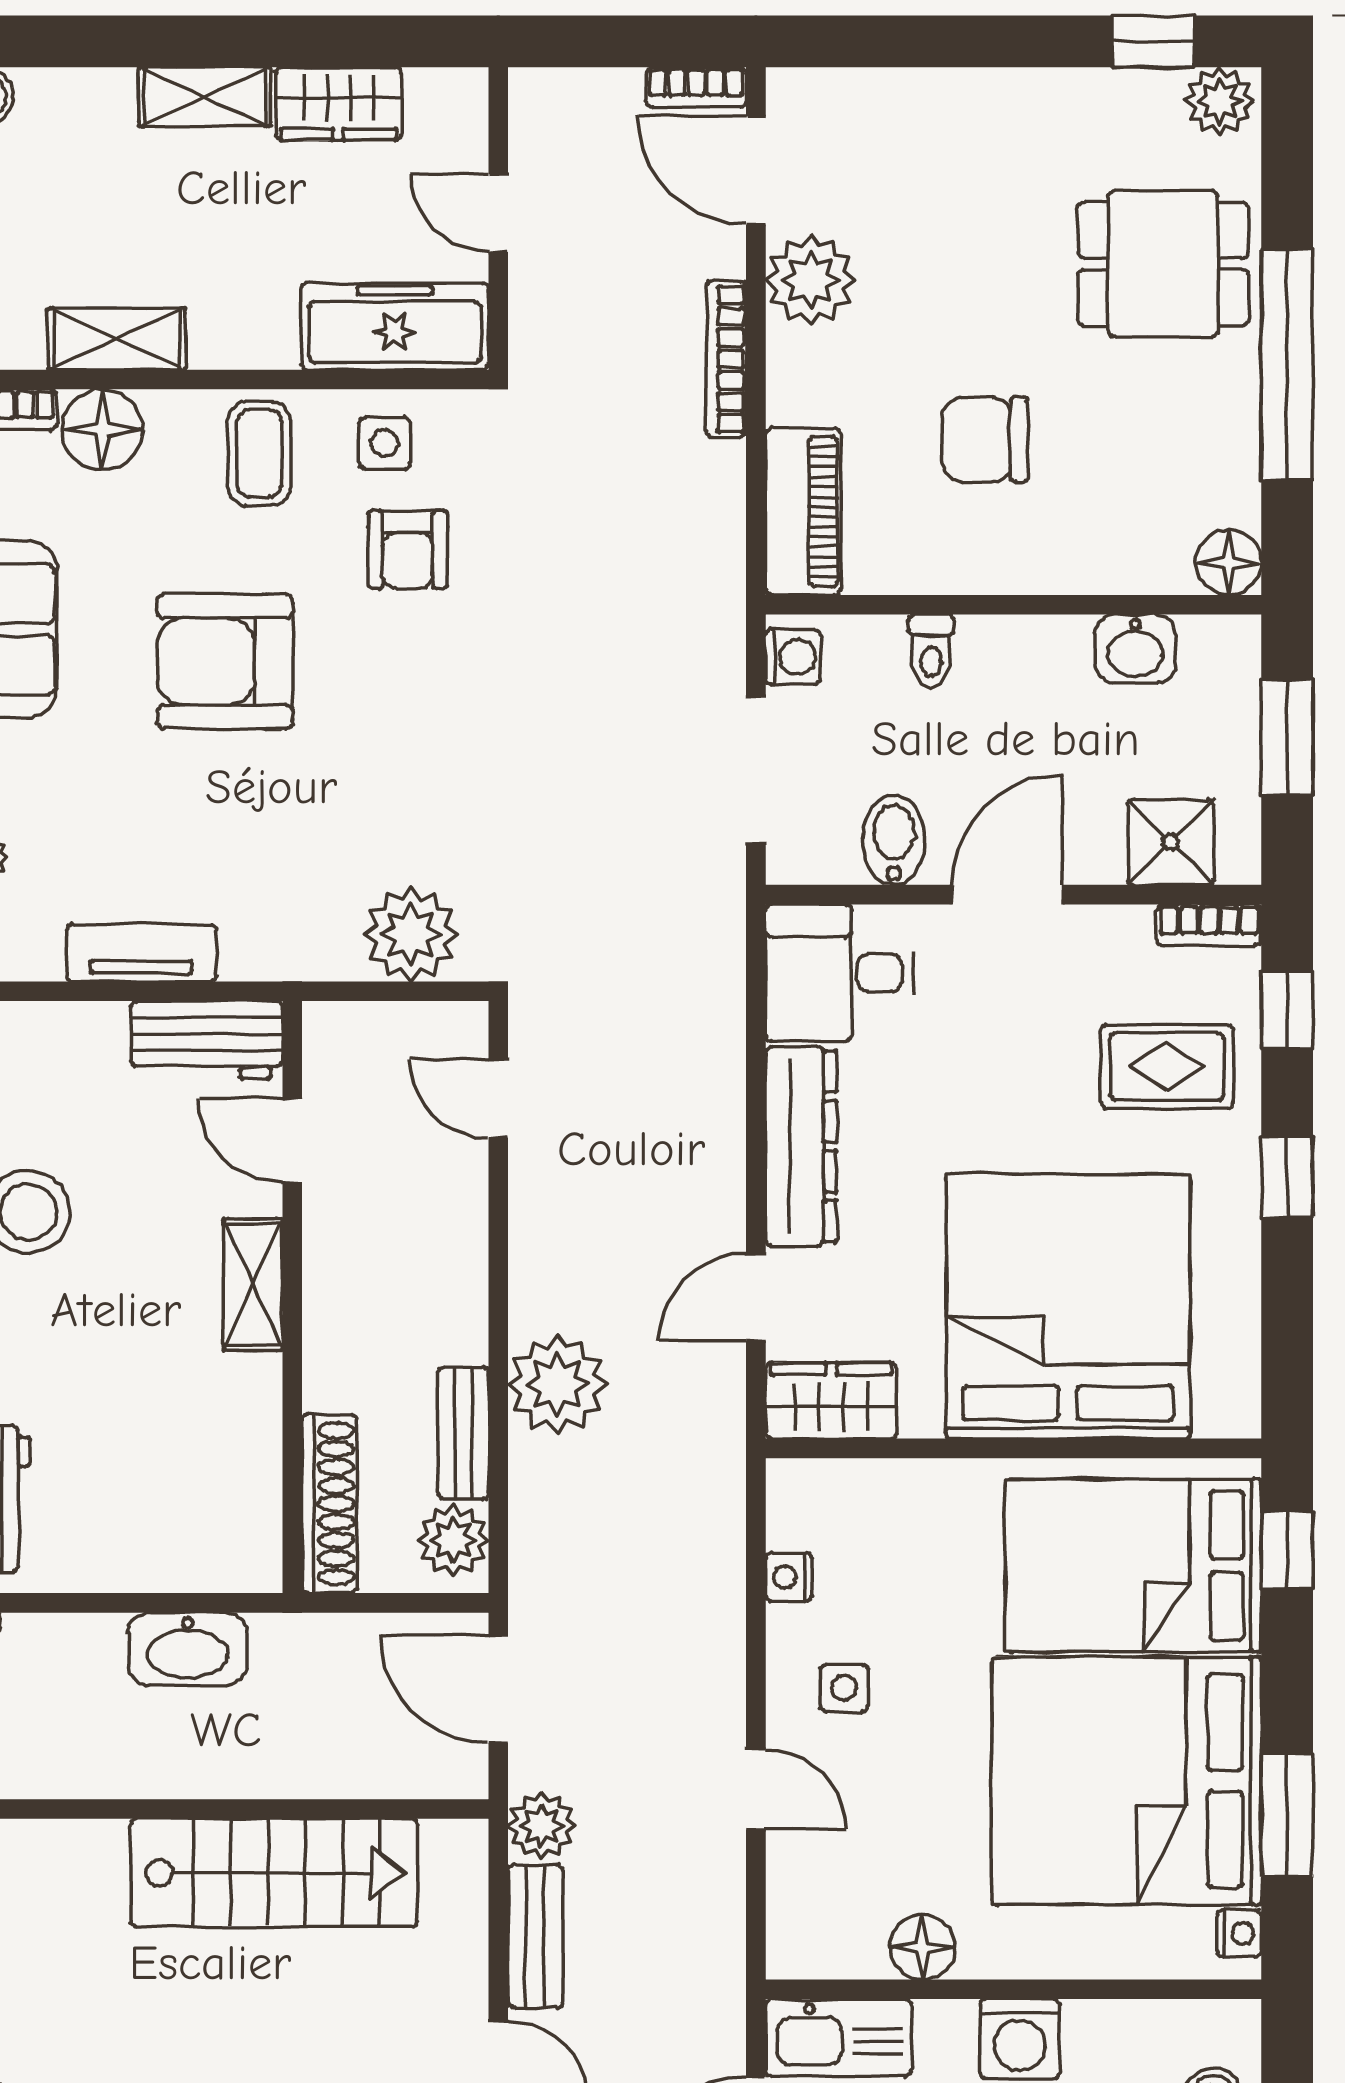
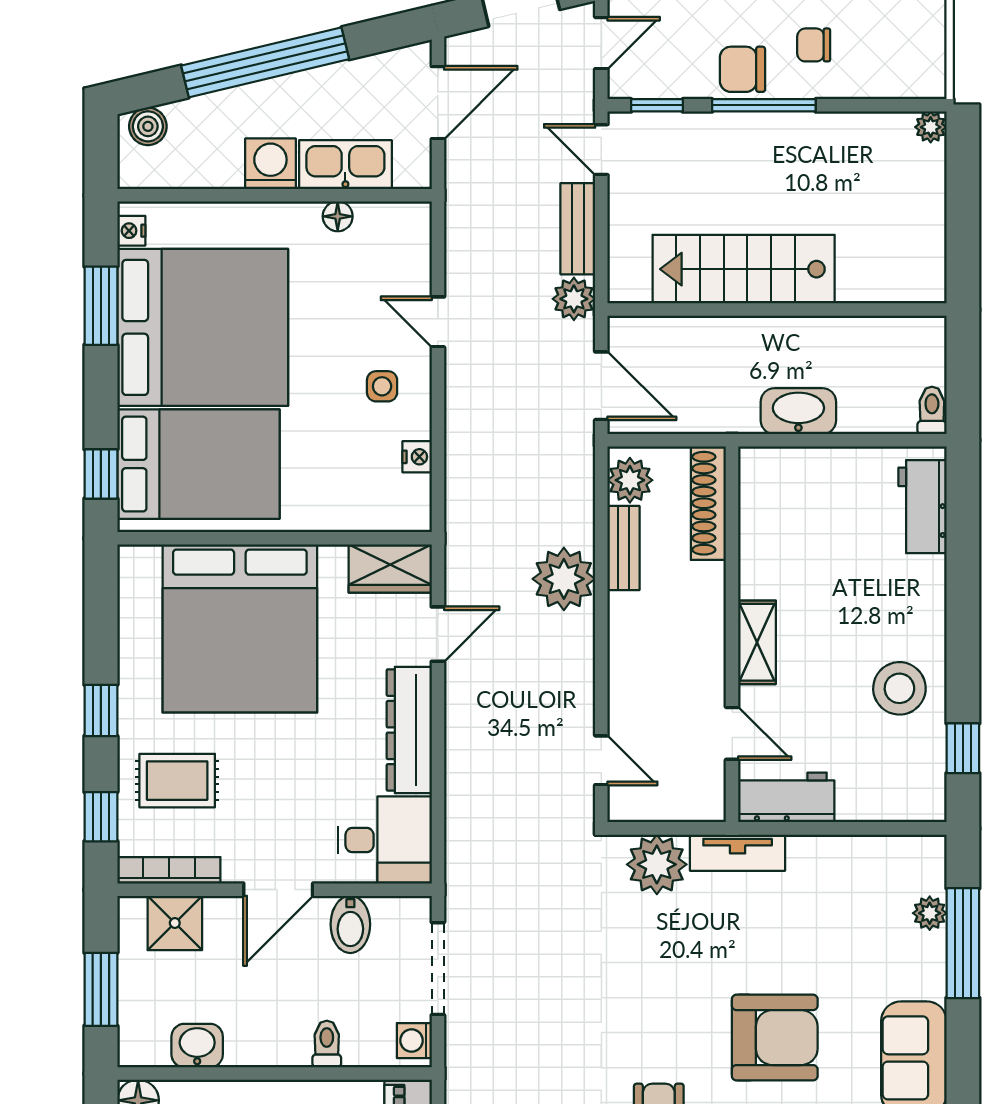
bookcase: (1209, 925) -> (169, 870), width x1.56
tv unit: (141, 953) -> (738, 853), moved
floor lamp: (923, 1947) -> (338, 216), width x0.73, depth x0.73
kitchen sink: (839, 2037) -> (345, 165), moved

